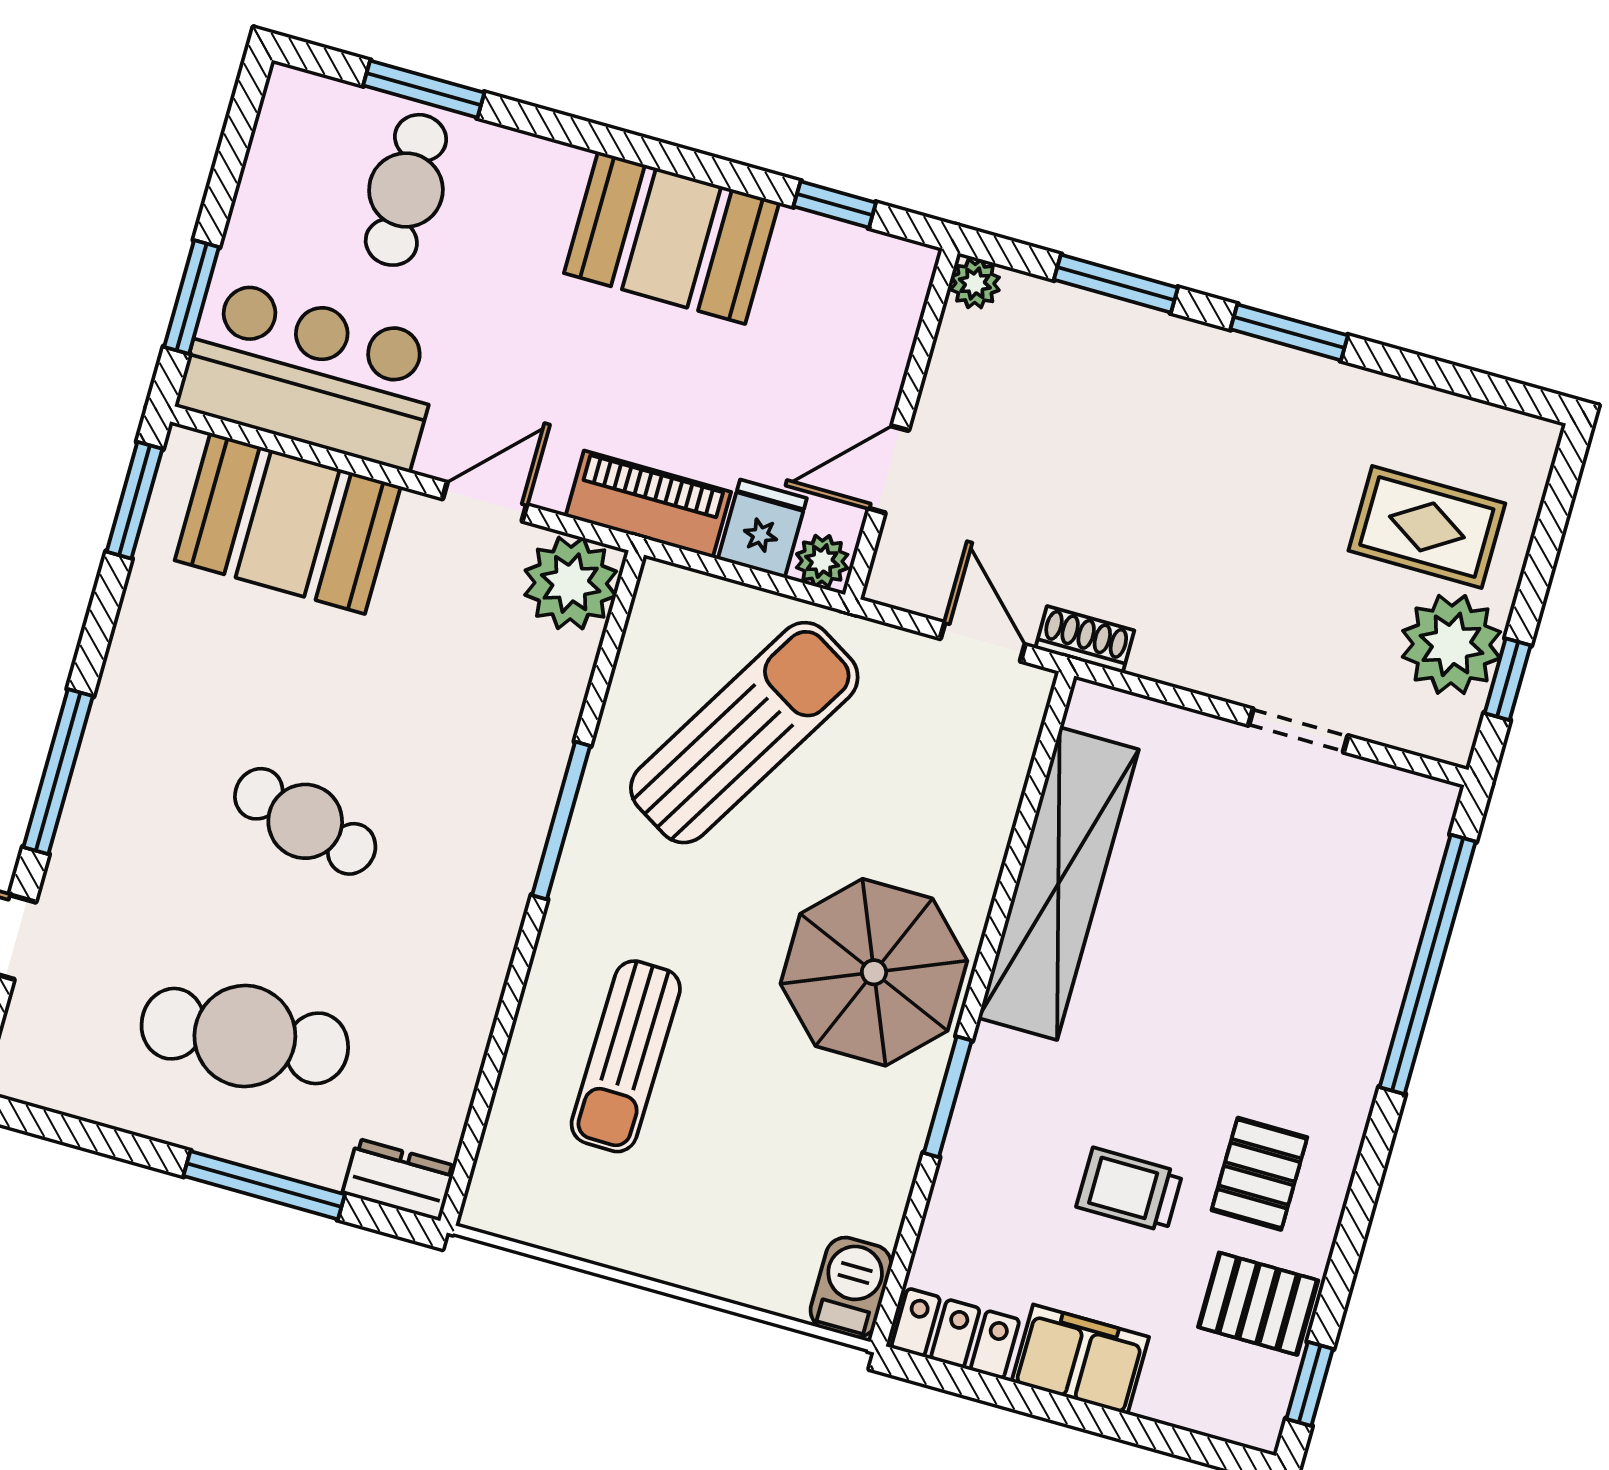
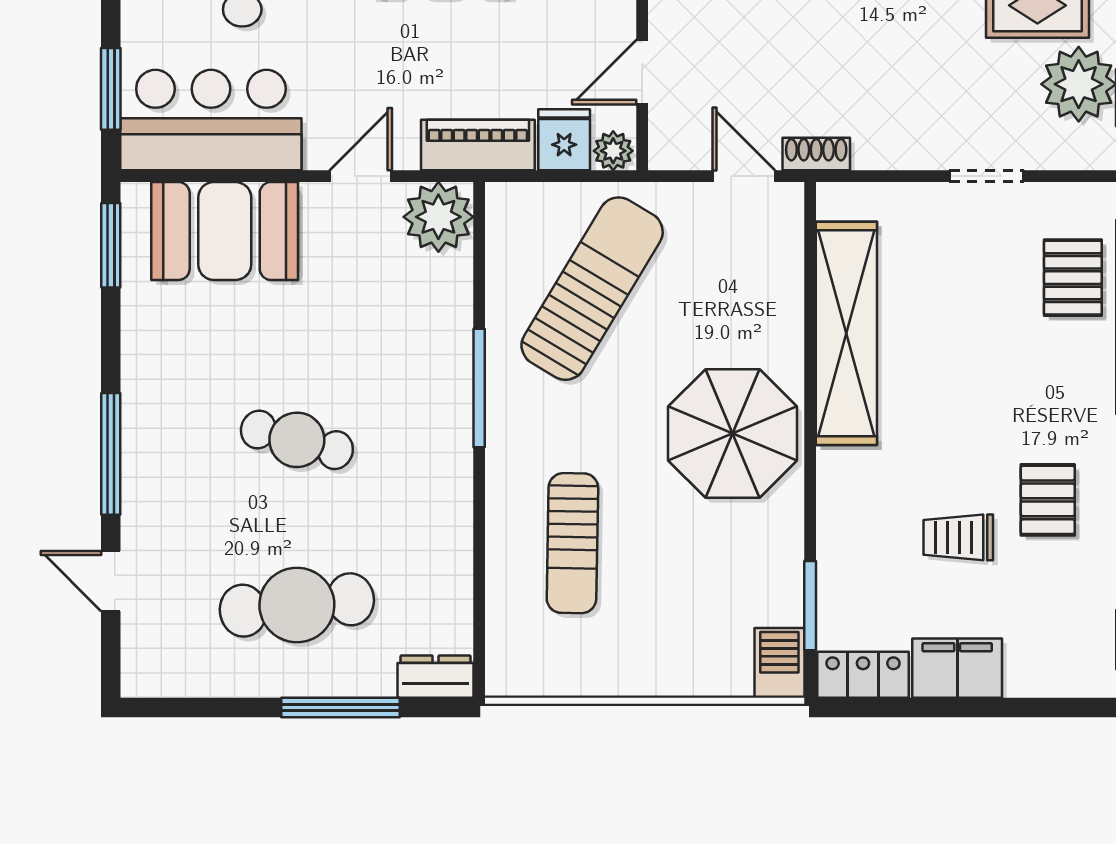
window: (948, 1097) -> (810, 606), moved
pallet: (1258, 1304) -> (1073, 278), moved, turned 90

